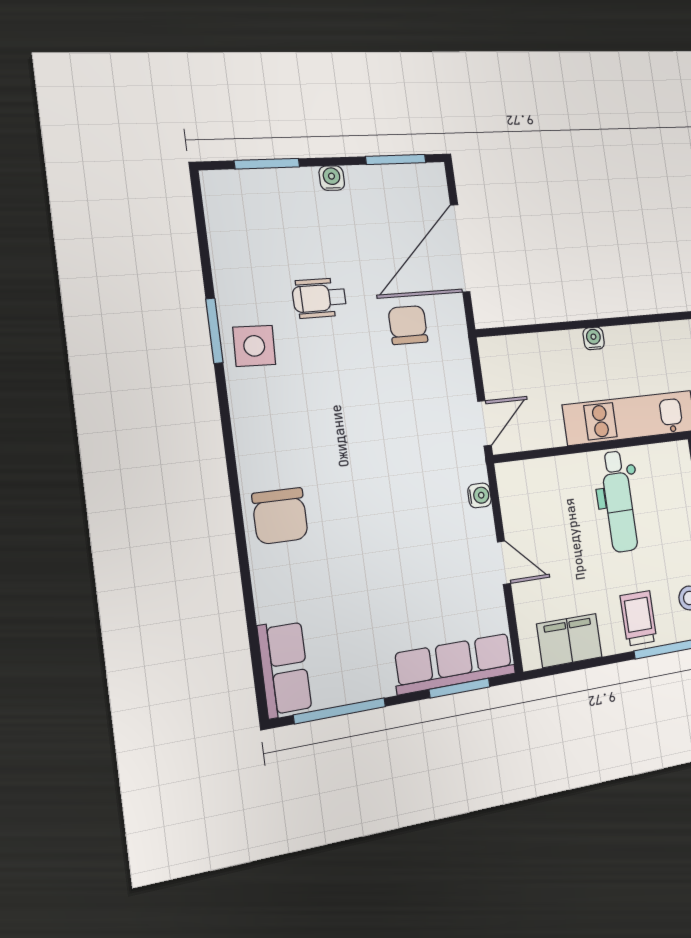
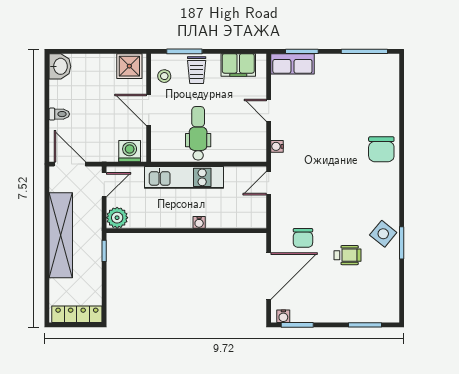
water cooler: (332, 178) -> (283, 316), moved
side table: (254, 346) -> (383, 234), turned 37
chair: (280, 516) -> (381, 149), turned 180
row of seats: (454, 664) -> (292, 64), width x0.68
row of seats: (284, 669) -> (389, 76), removed

